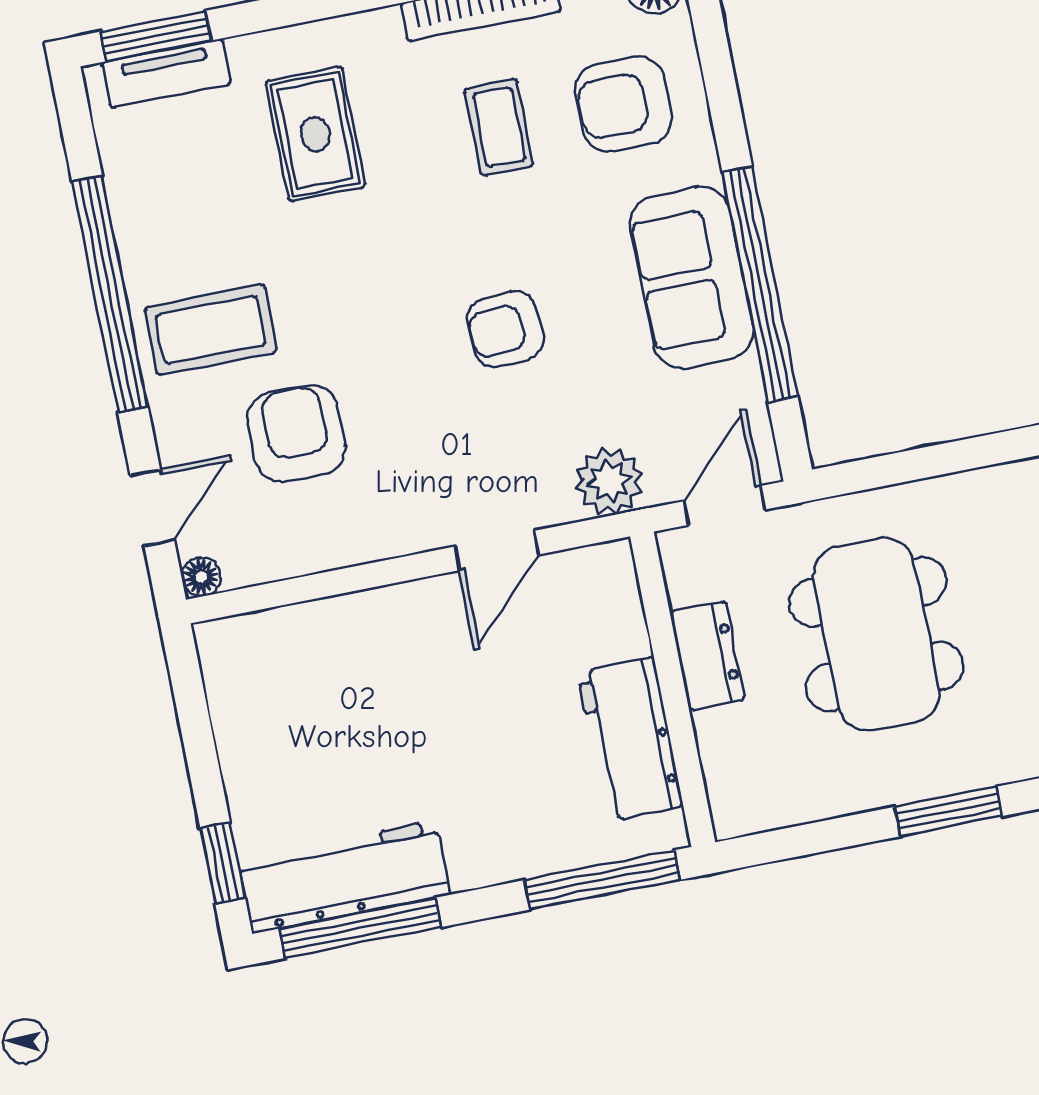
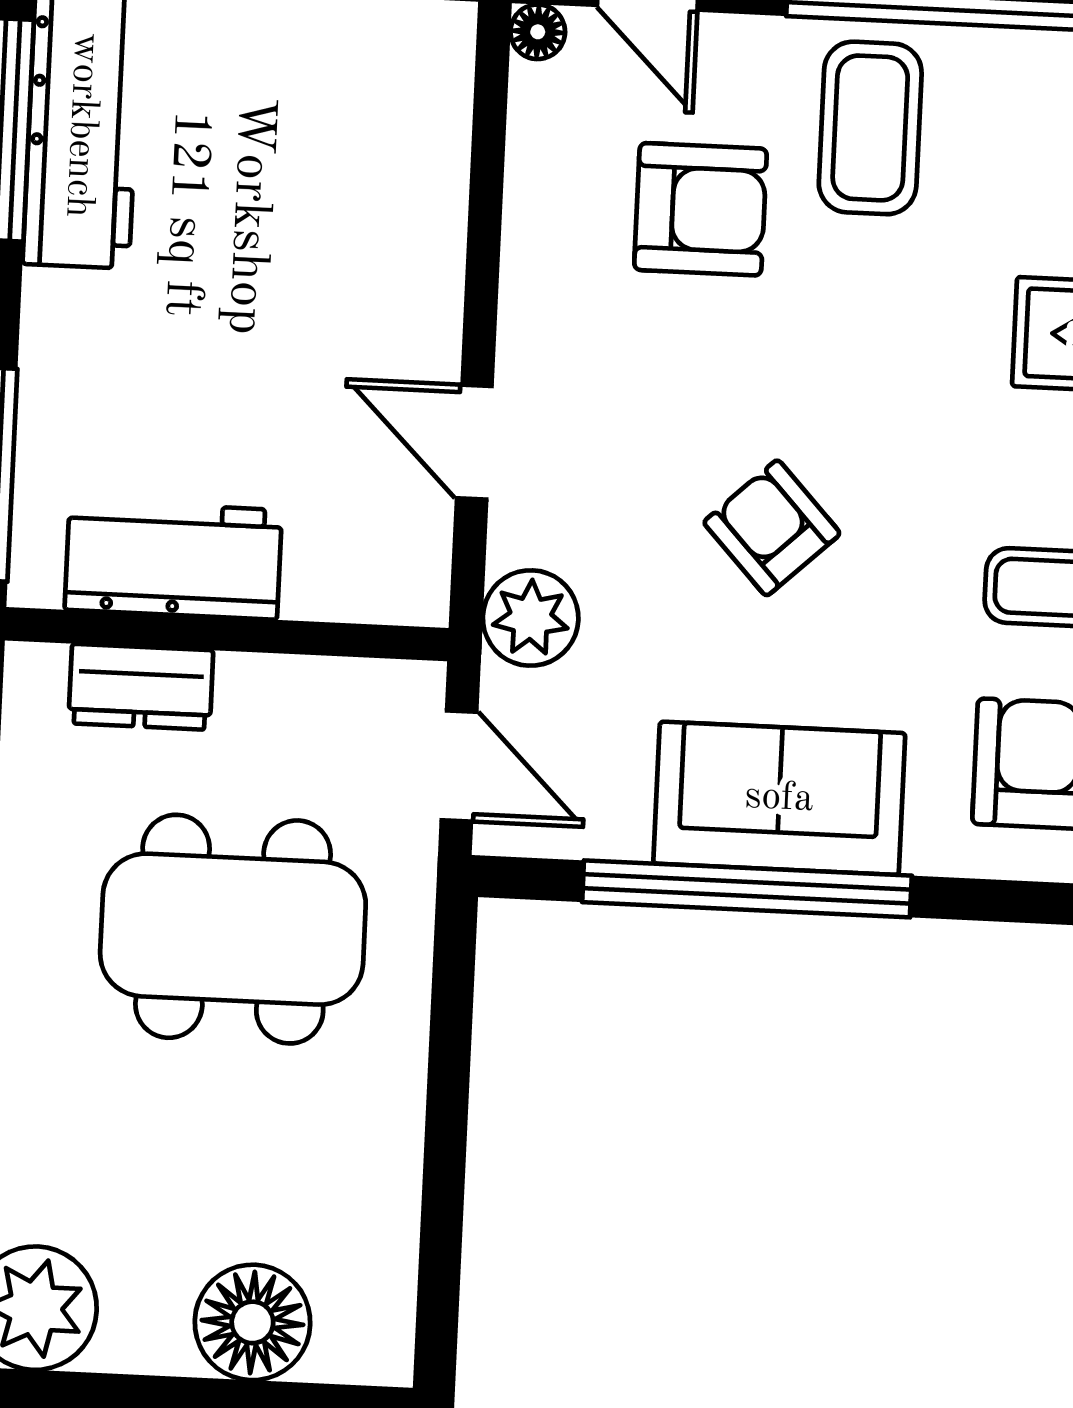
armchair: (505, 329) -> (772, 528), turned -39
dresser: (707, 656) -> (141, 687), moved

